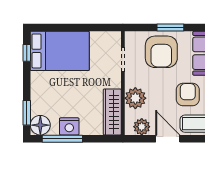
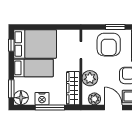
bed: (58, 84) -> (33, 68), added
window: (62, 139) -> (50, 107), moved

